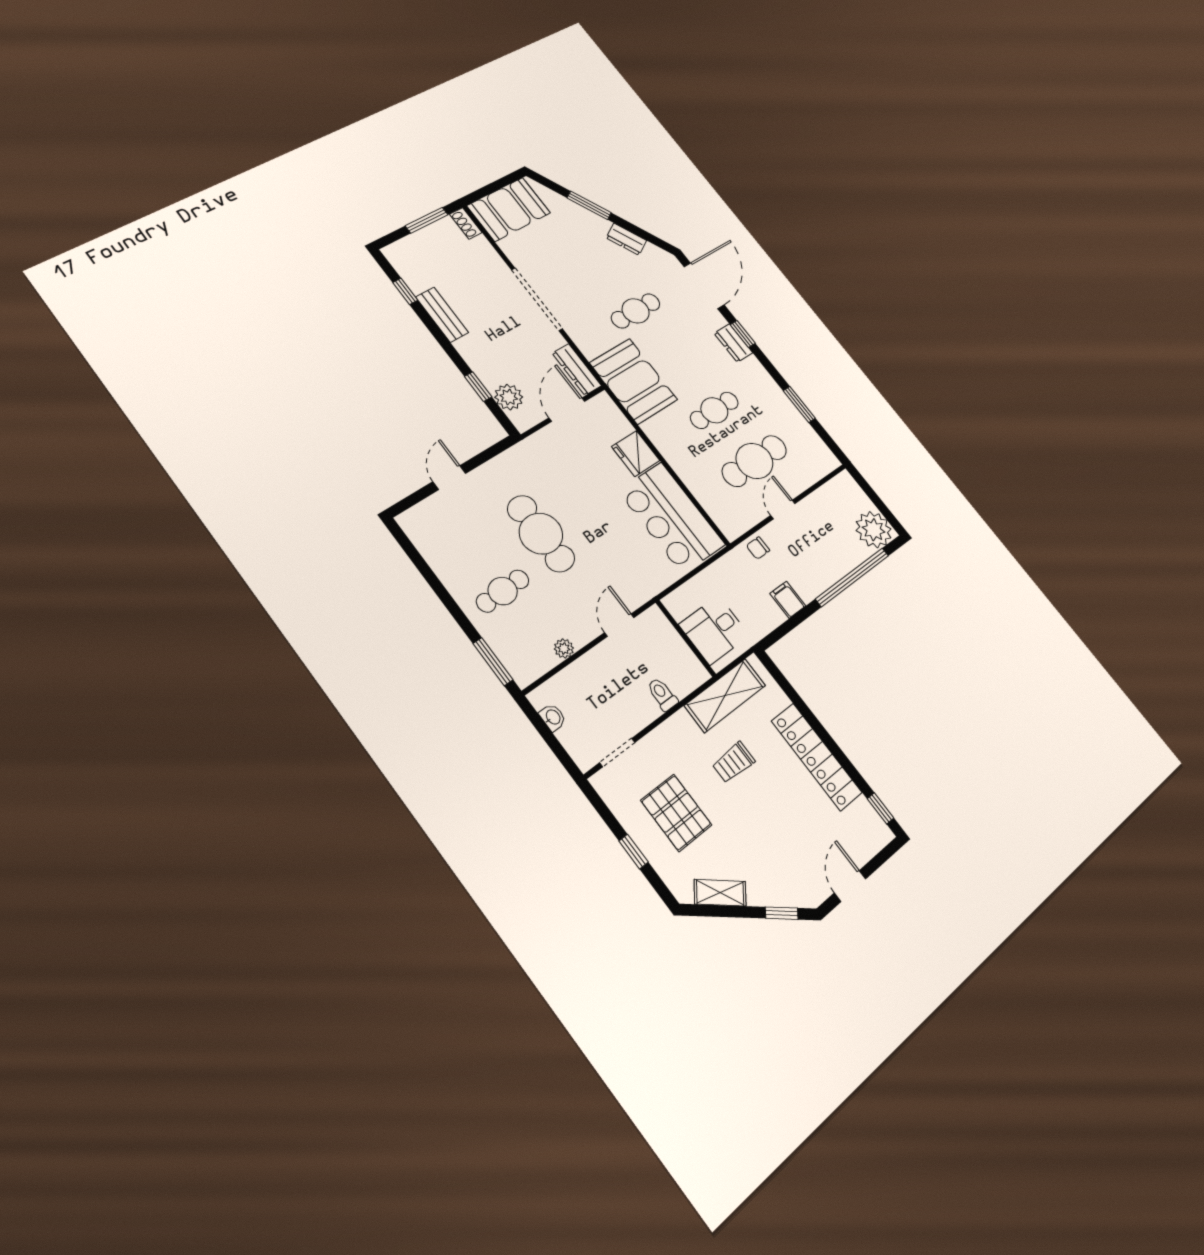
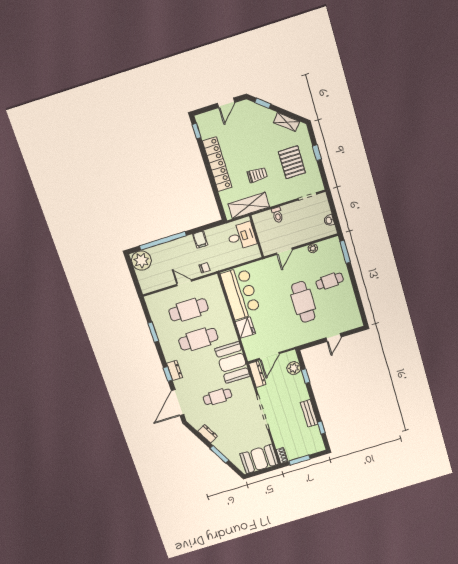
cafe table: (714, 410) -> (198, 339), width x1.37, depth x1.35
door: (783, 509) -> (184, 283), swing flipped

